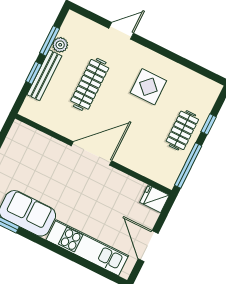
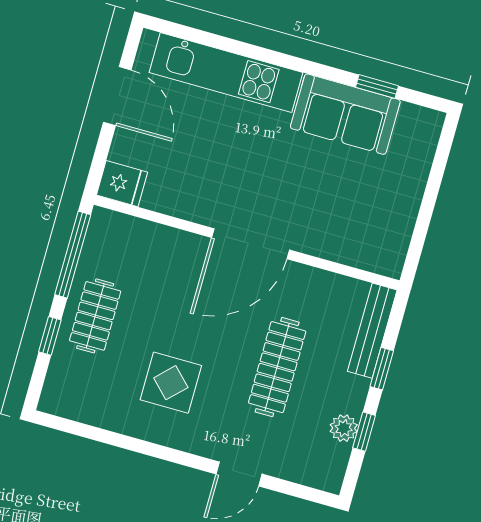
window: (50, 41) -> (364, 432), width x0.67
bench: (44, 75) -> (372, 331), moved

